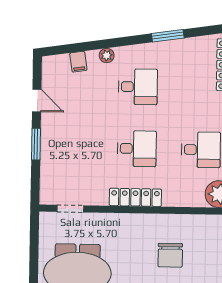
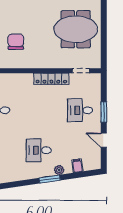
window: (168, 36) -> (50, 179), moved
desk: (137, 149) -> (80, 110), moved
locker: (135, 197) -> (51, 79), moved

